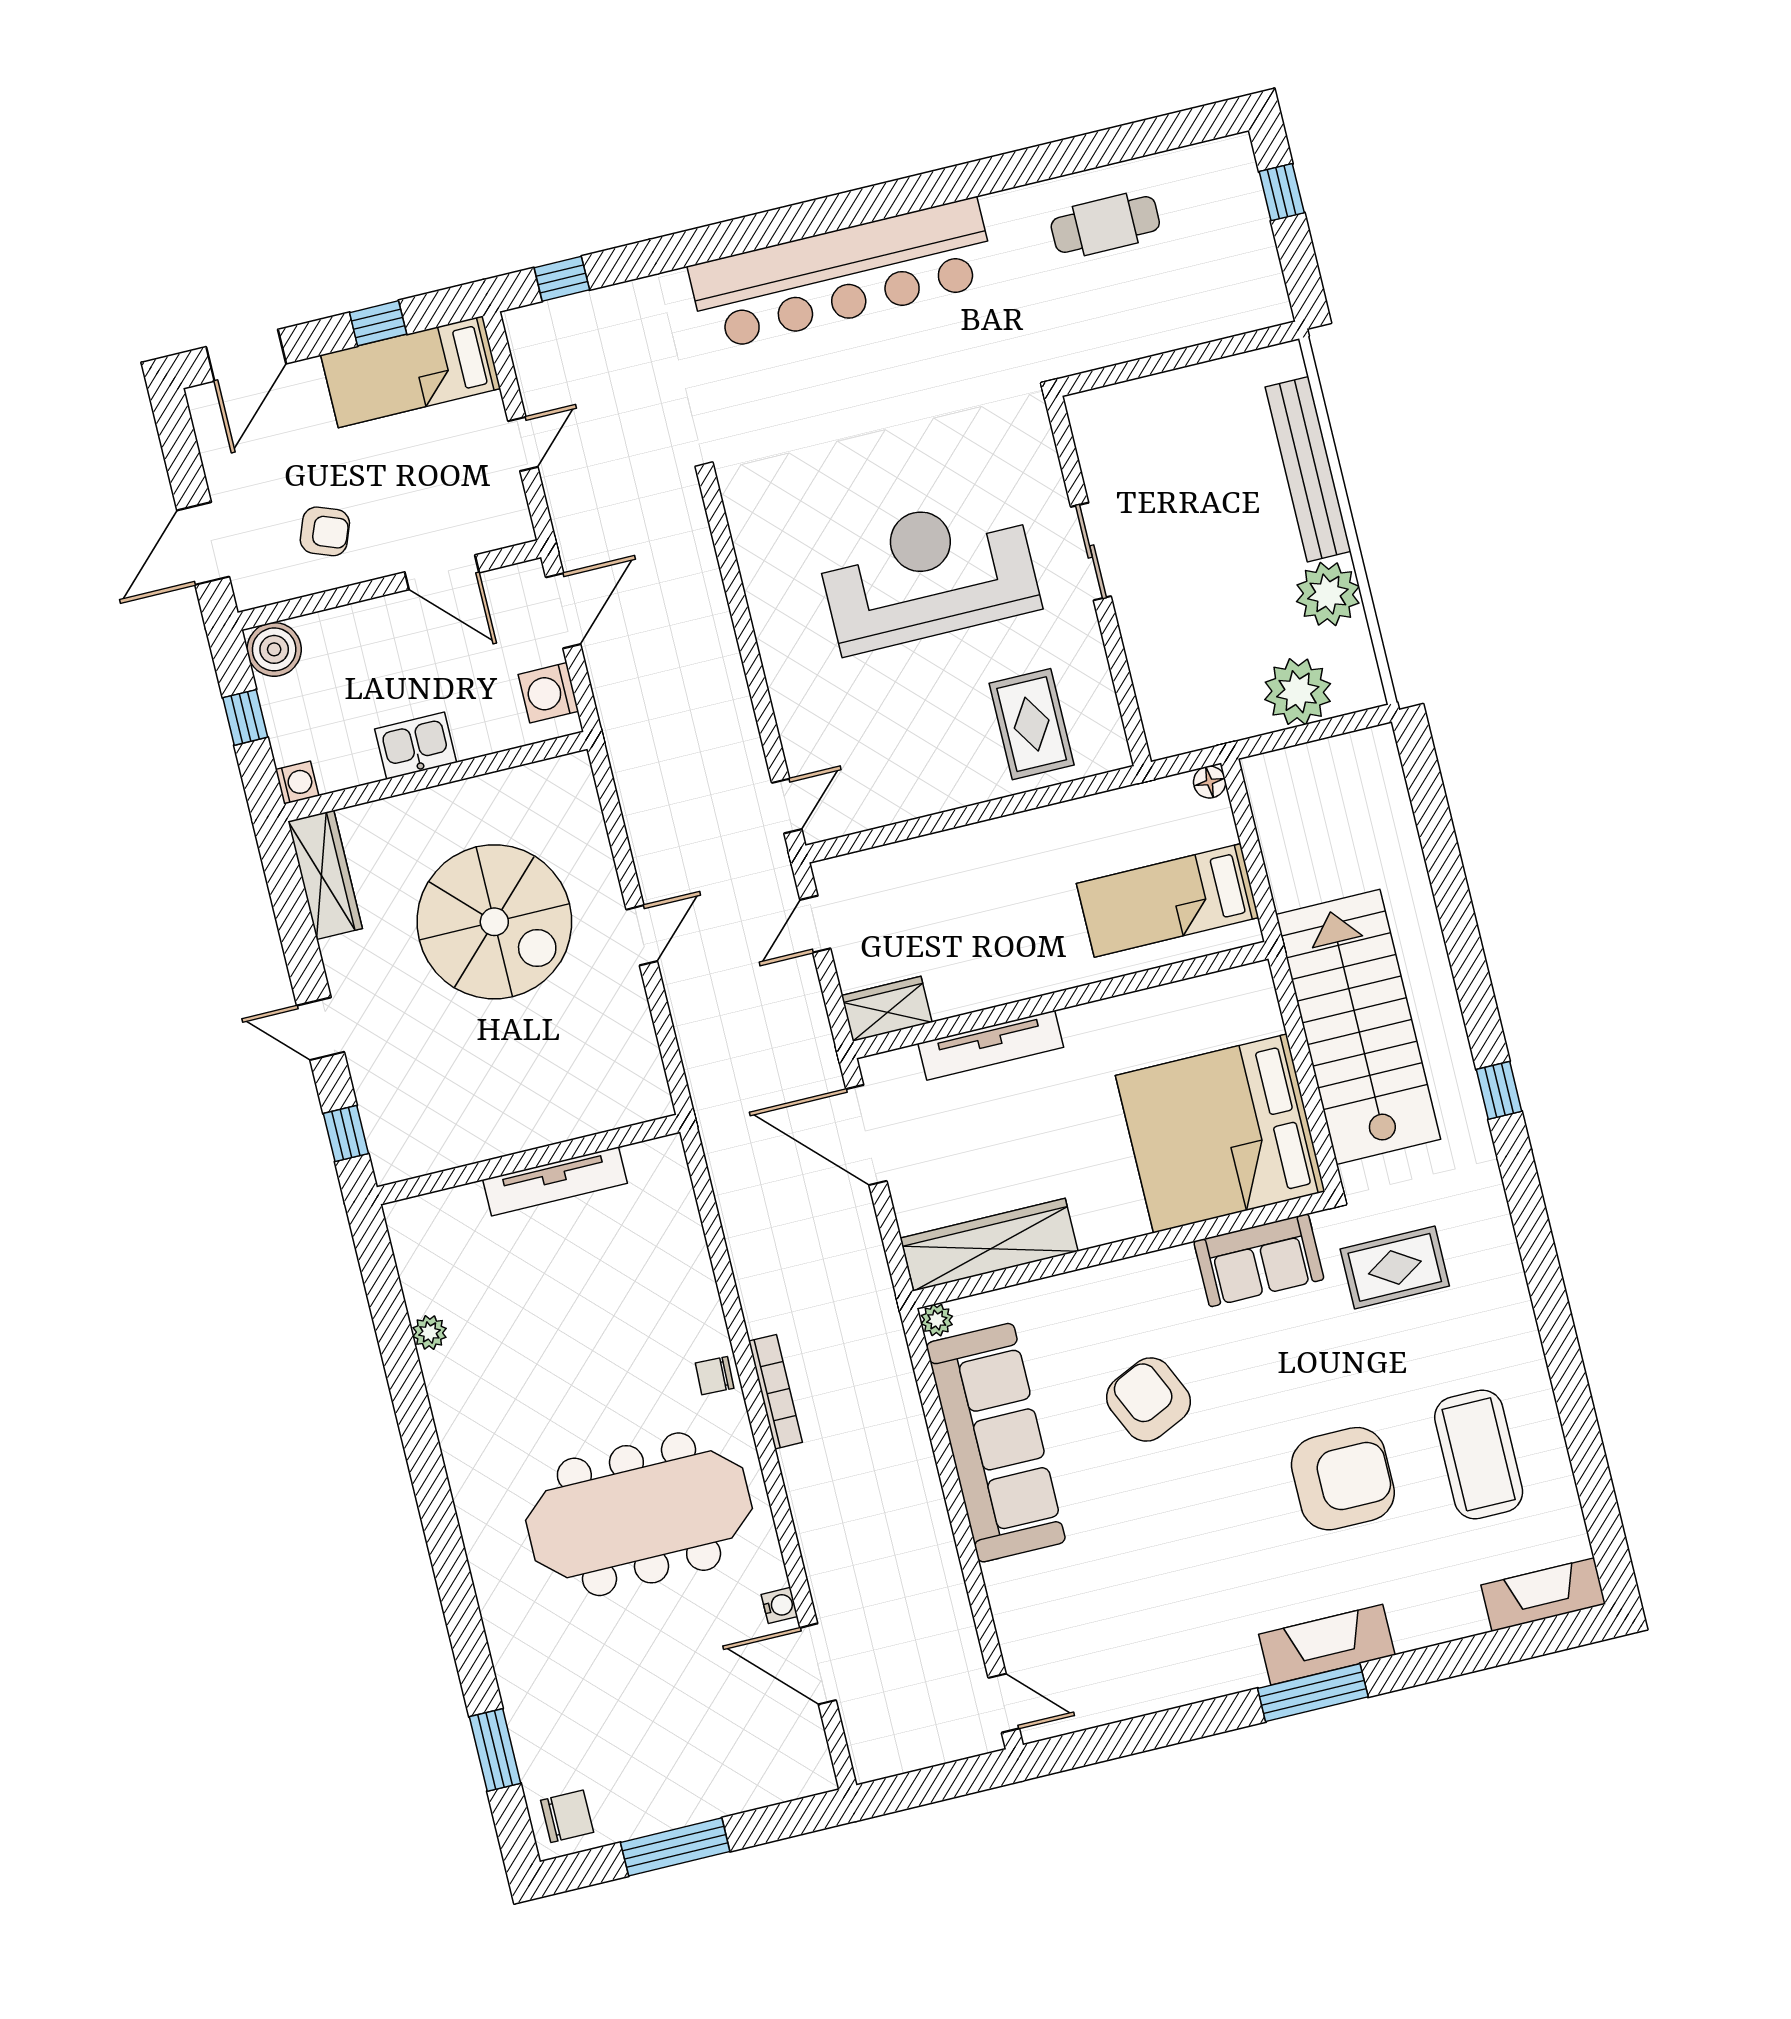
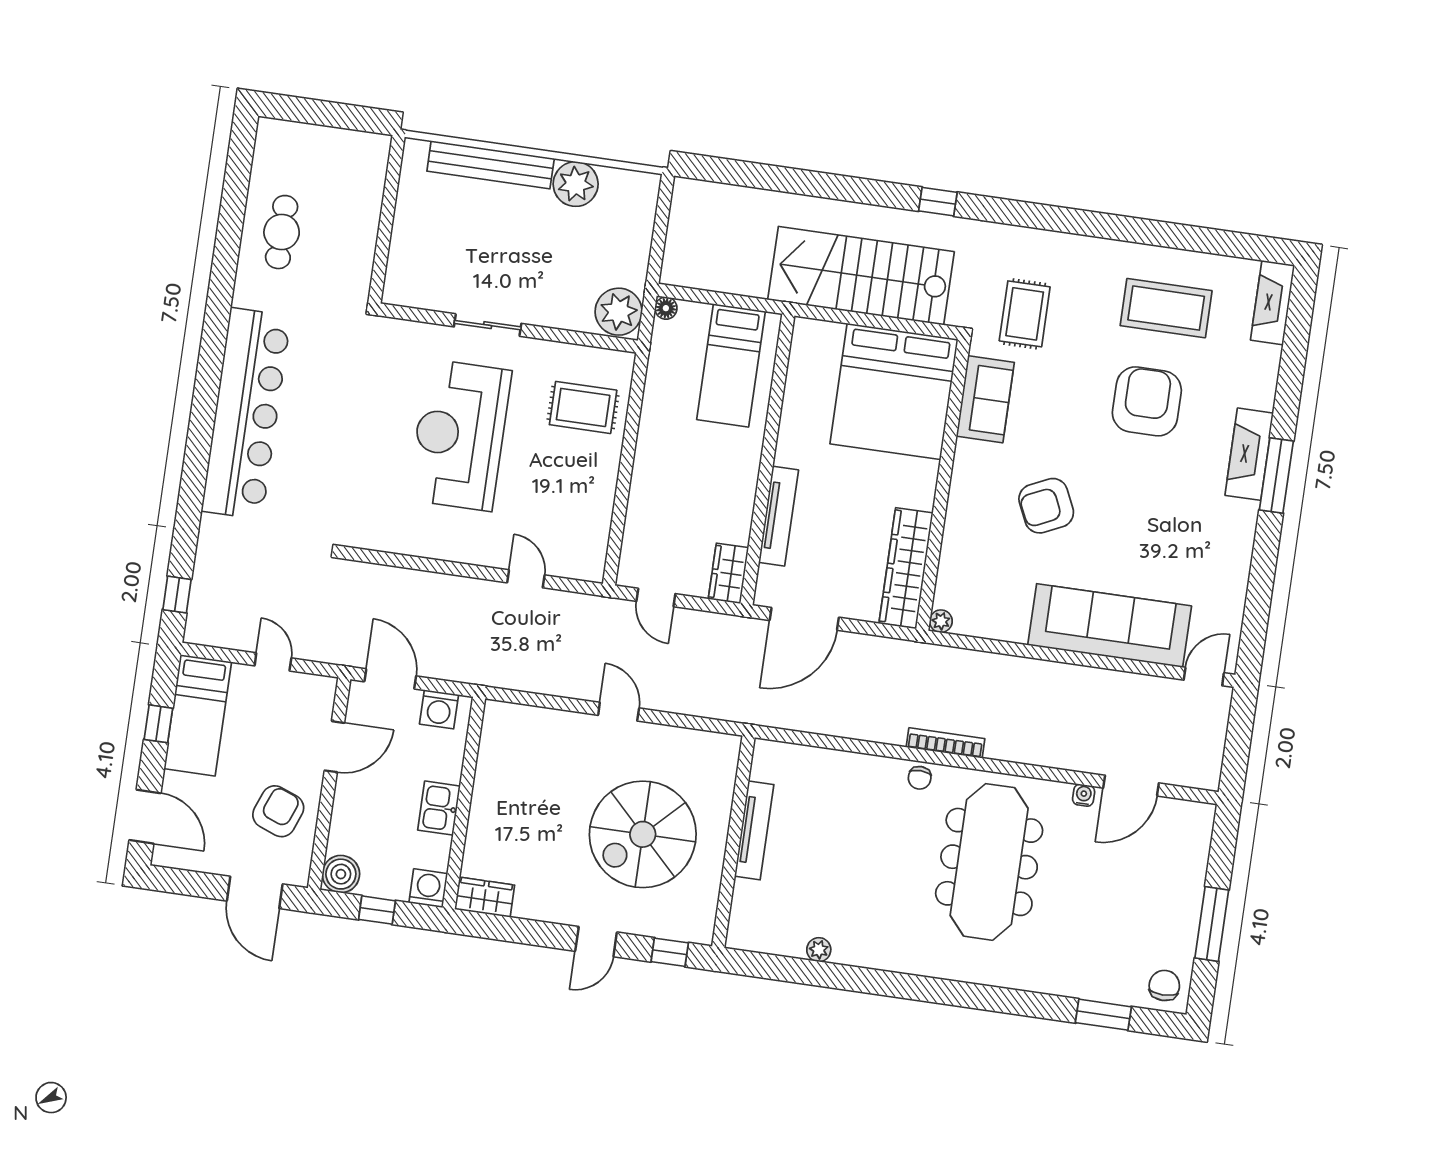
window: (1282, 192) -> (306, 111), removed
armchair: (325, 531) -> (278, 811), width x1.38, depth x1.38
plant: (1298, 692) -> (619, 312), moved
washing machine: (297, 783) -> (428, 888), width x1.38, depth x1.38
door: (787, 806) -> (526, 579), moved
wardrobe: (325, 875) -> (485, 897), width x0.67
spiral stairs: (494, 922) -> (643, 834), moved, turned 180
sofa: (996, 1443) -> (1110, 626), moved

